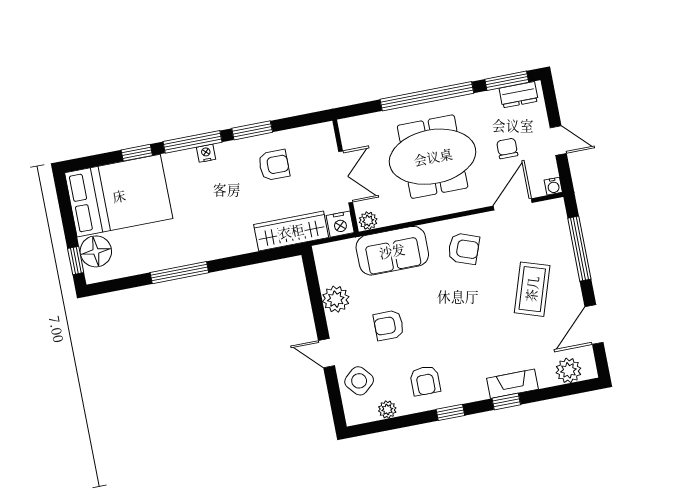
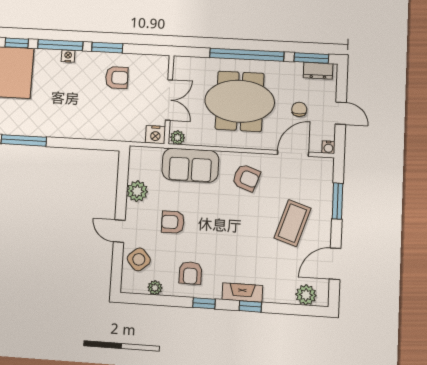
wardrobe: (291, 231) -> (117, 130), removed
window: (579, 249) -> (337, 201), width x0.69
fireplace: (512, 384) -> (242, 293), moved

